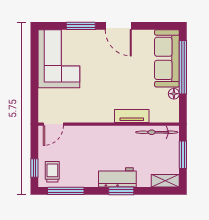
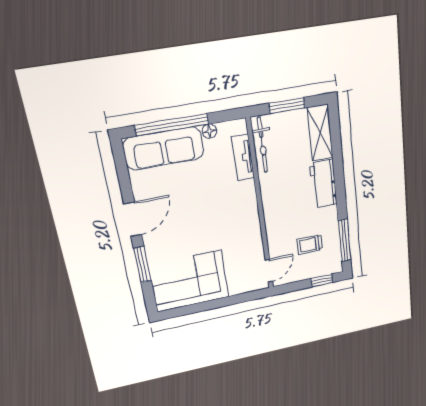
tv unit: (132, 116) -> (243, 157), moved
door: (53, 124) -> (269, 271), hinge flipped
trolley: (52, 172) -> (310, 244), moved
shelving: (165, 181) -> (320, 133), width x1.50, depth x1.33
window: (121, 191) -> (339, 176), removed

